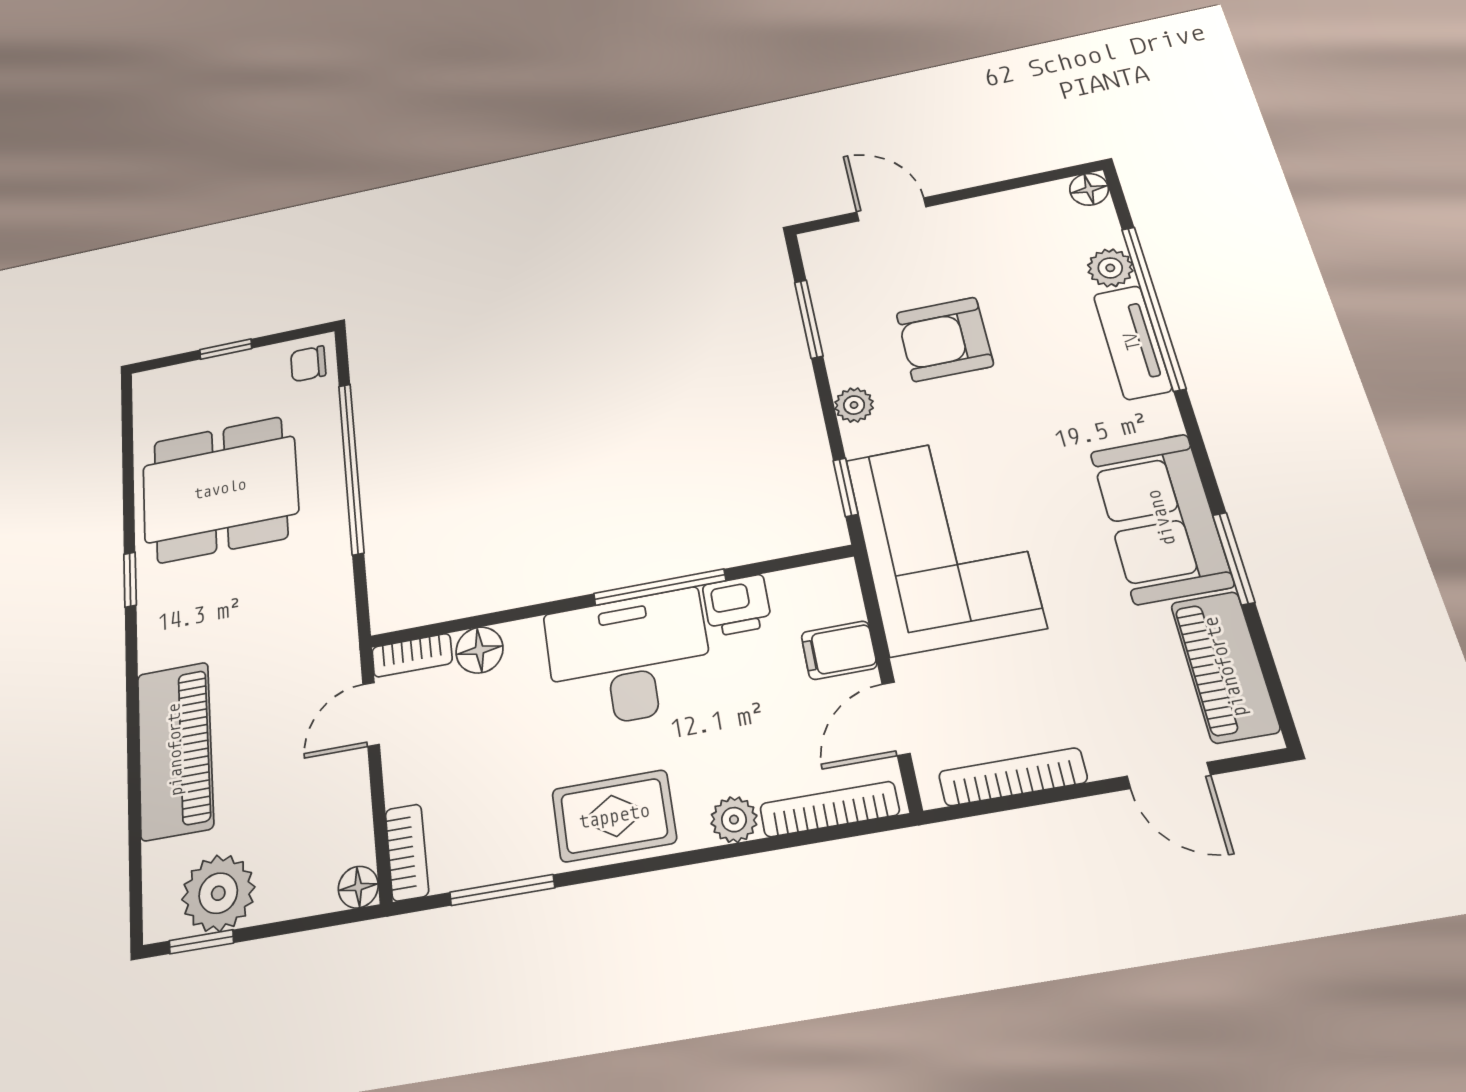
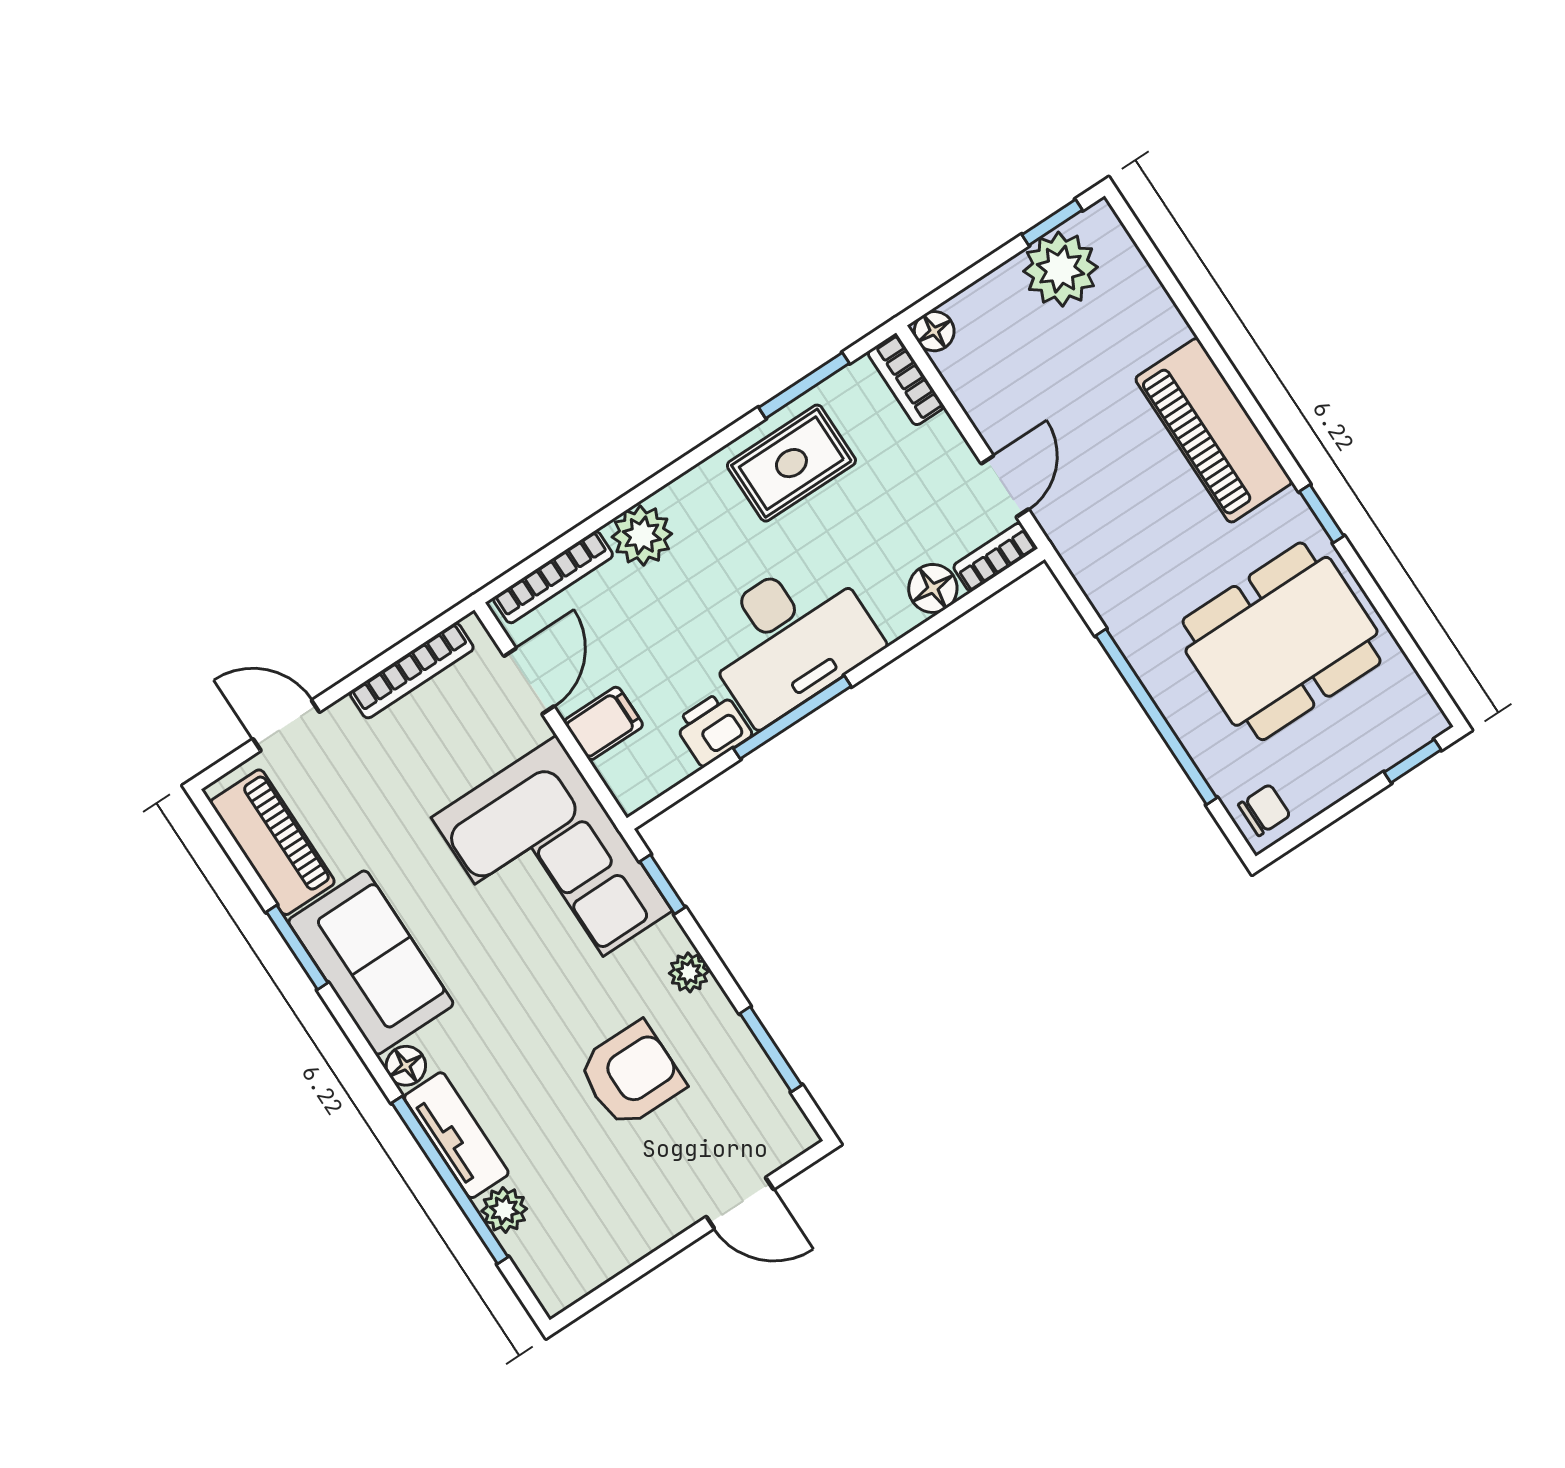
floor lamp: (1089, 189) -> (406, 1066), moved
window: (226, 349) -> (1413, 761), moved
piano: (175, 750) -> (1214, 430), moved
rug: (614, 816) -> (791, 463), moved
plant: (734, 820) -> (642, 535), width x1.38, depth x1.38

